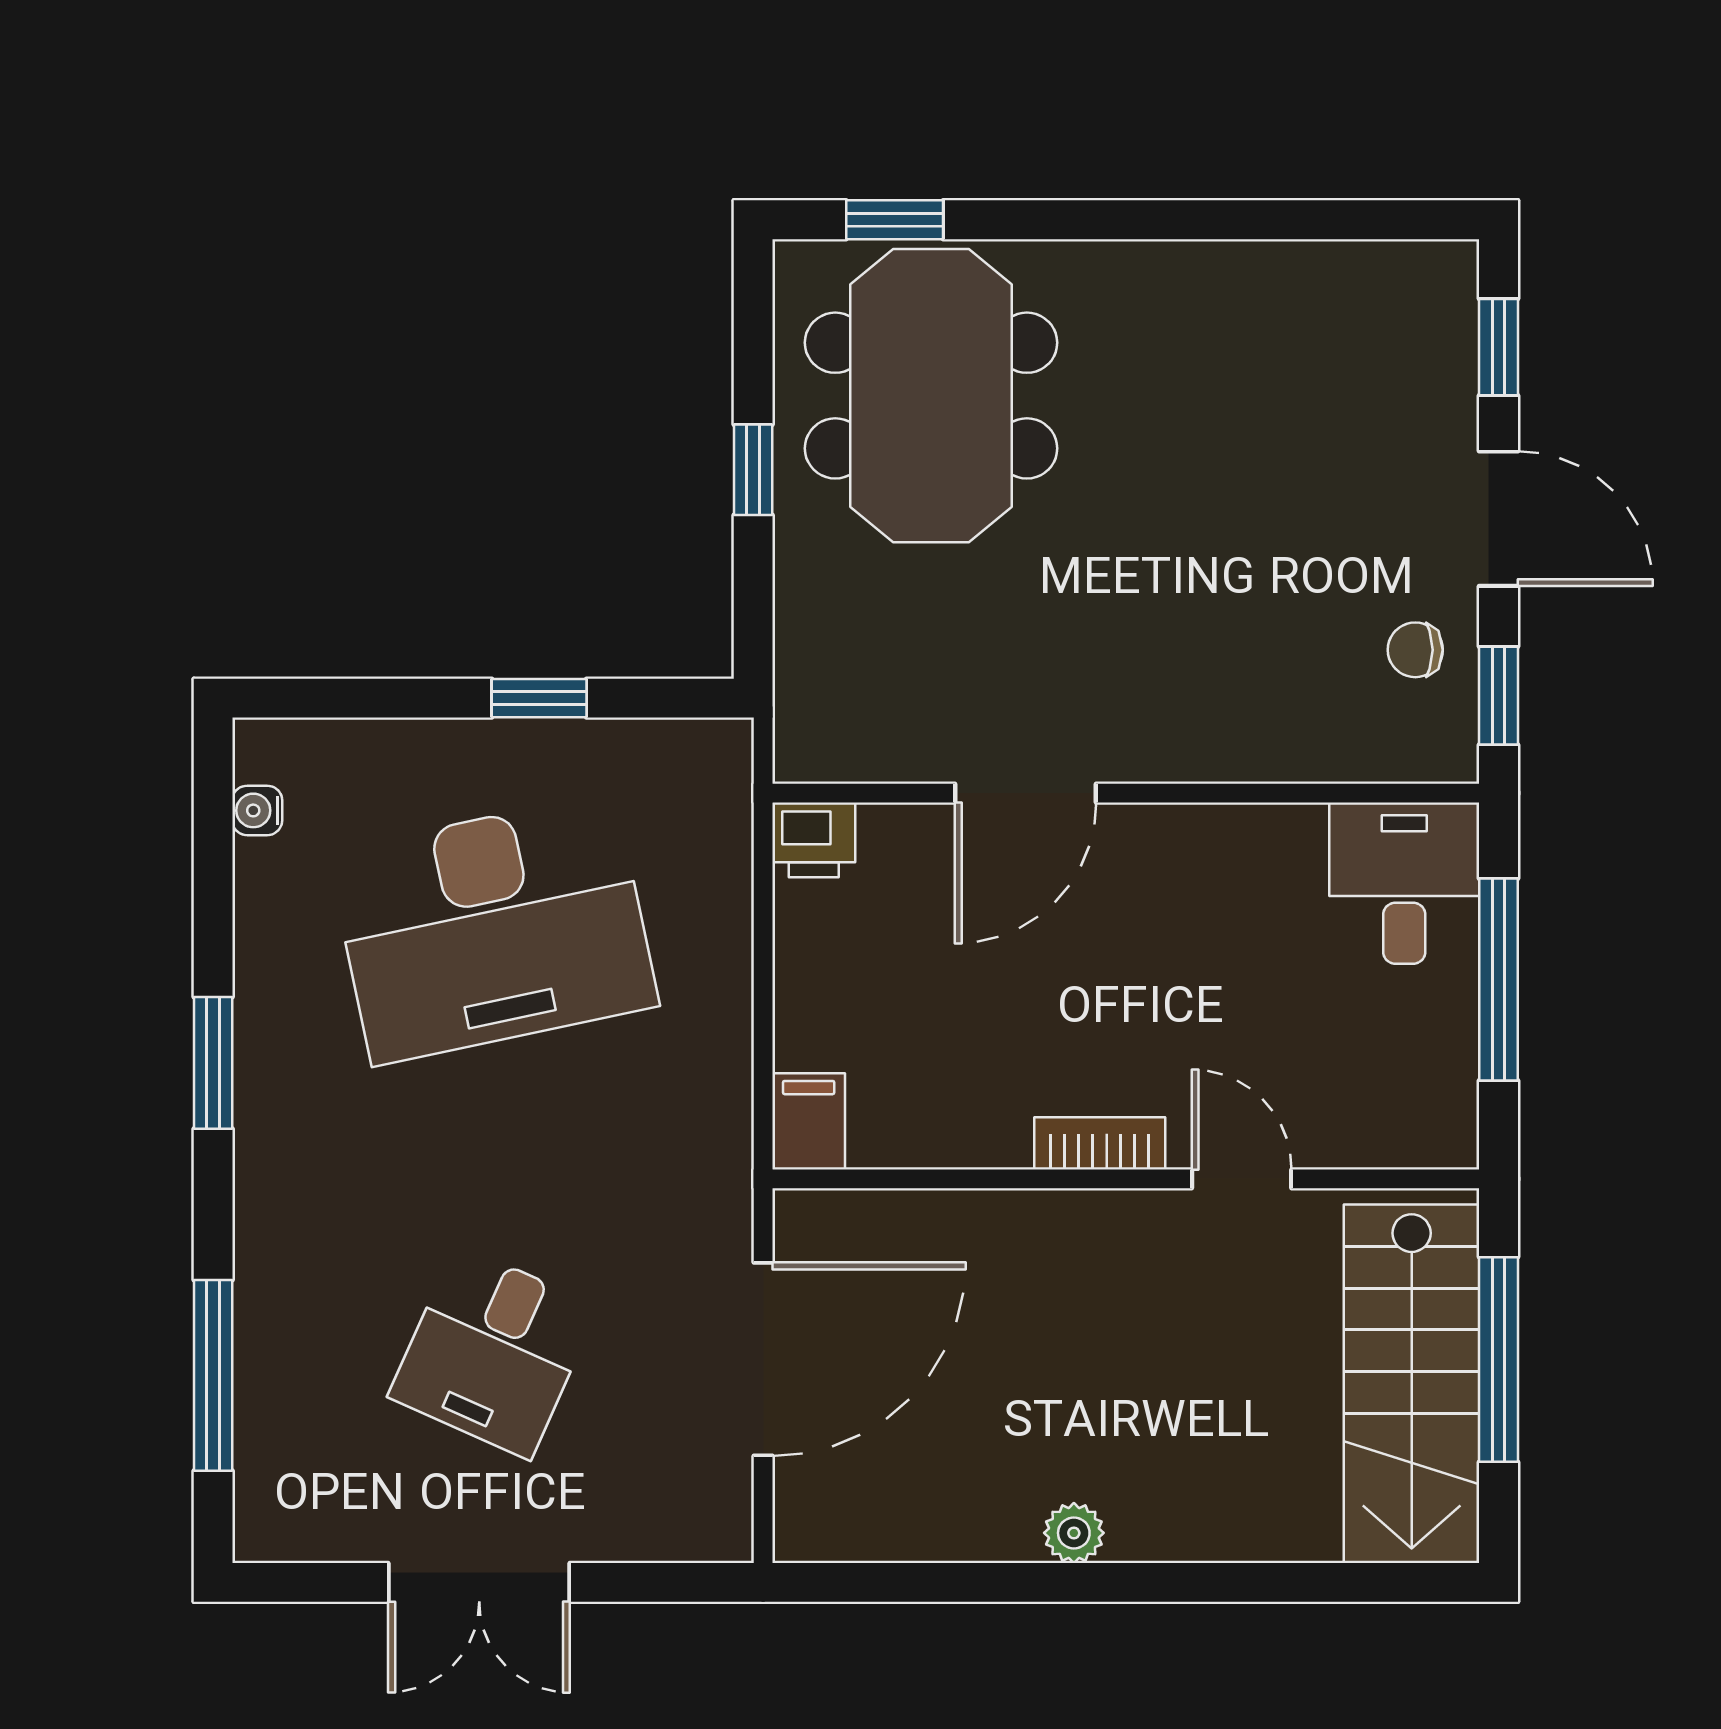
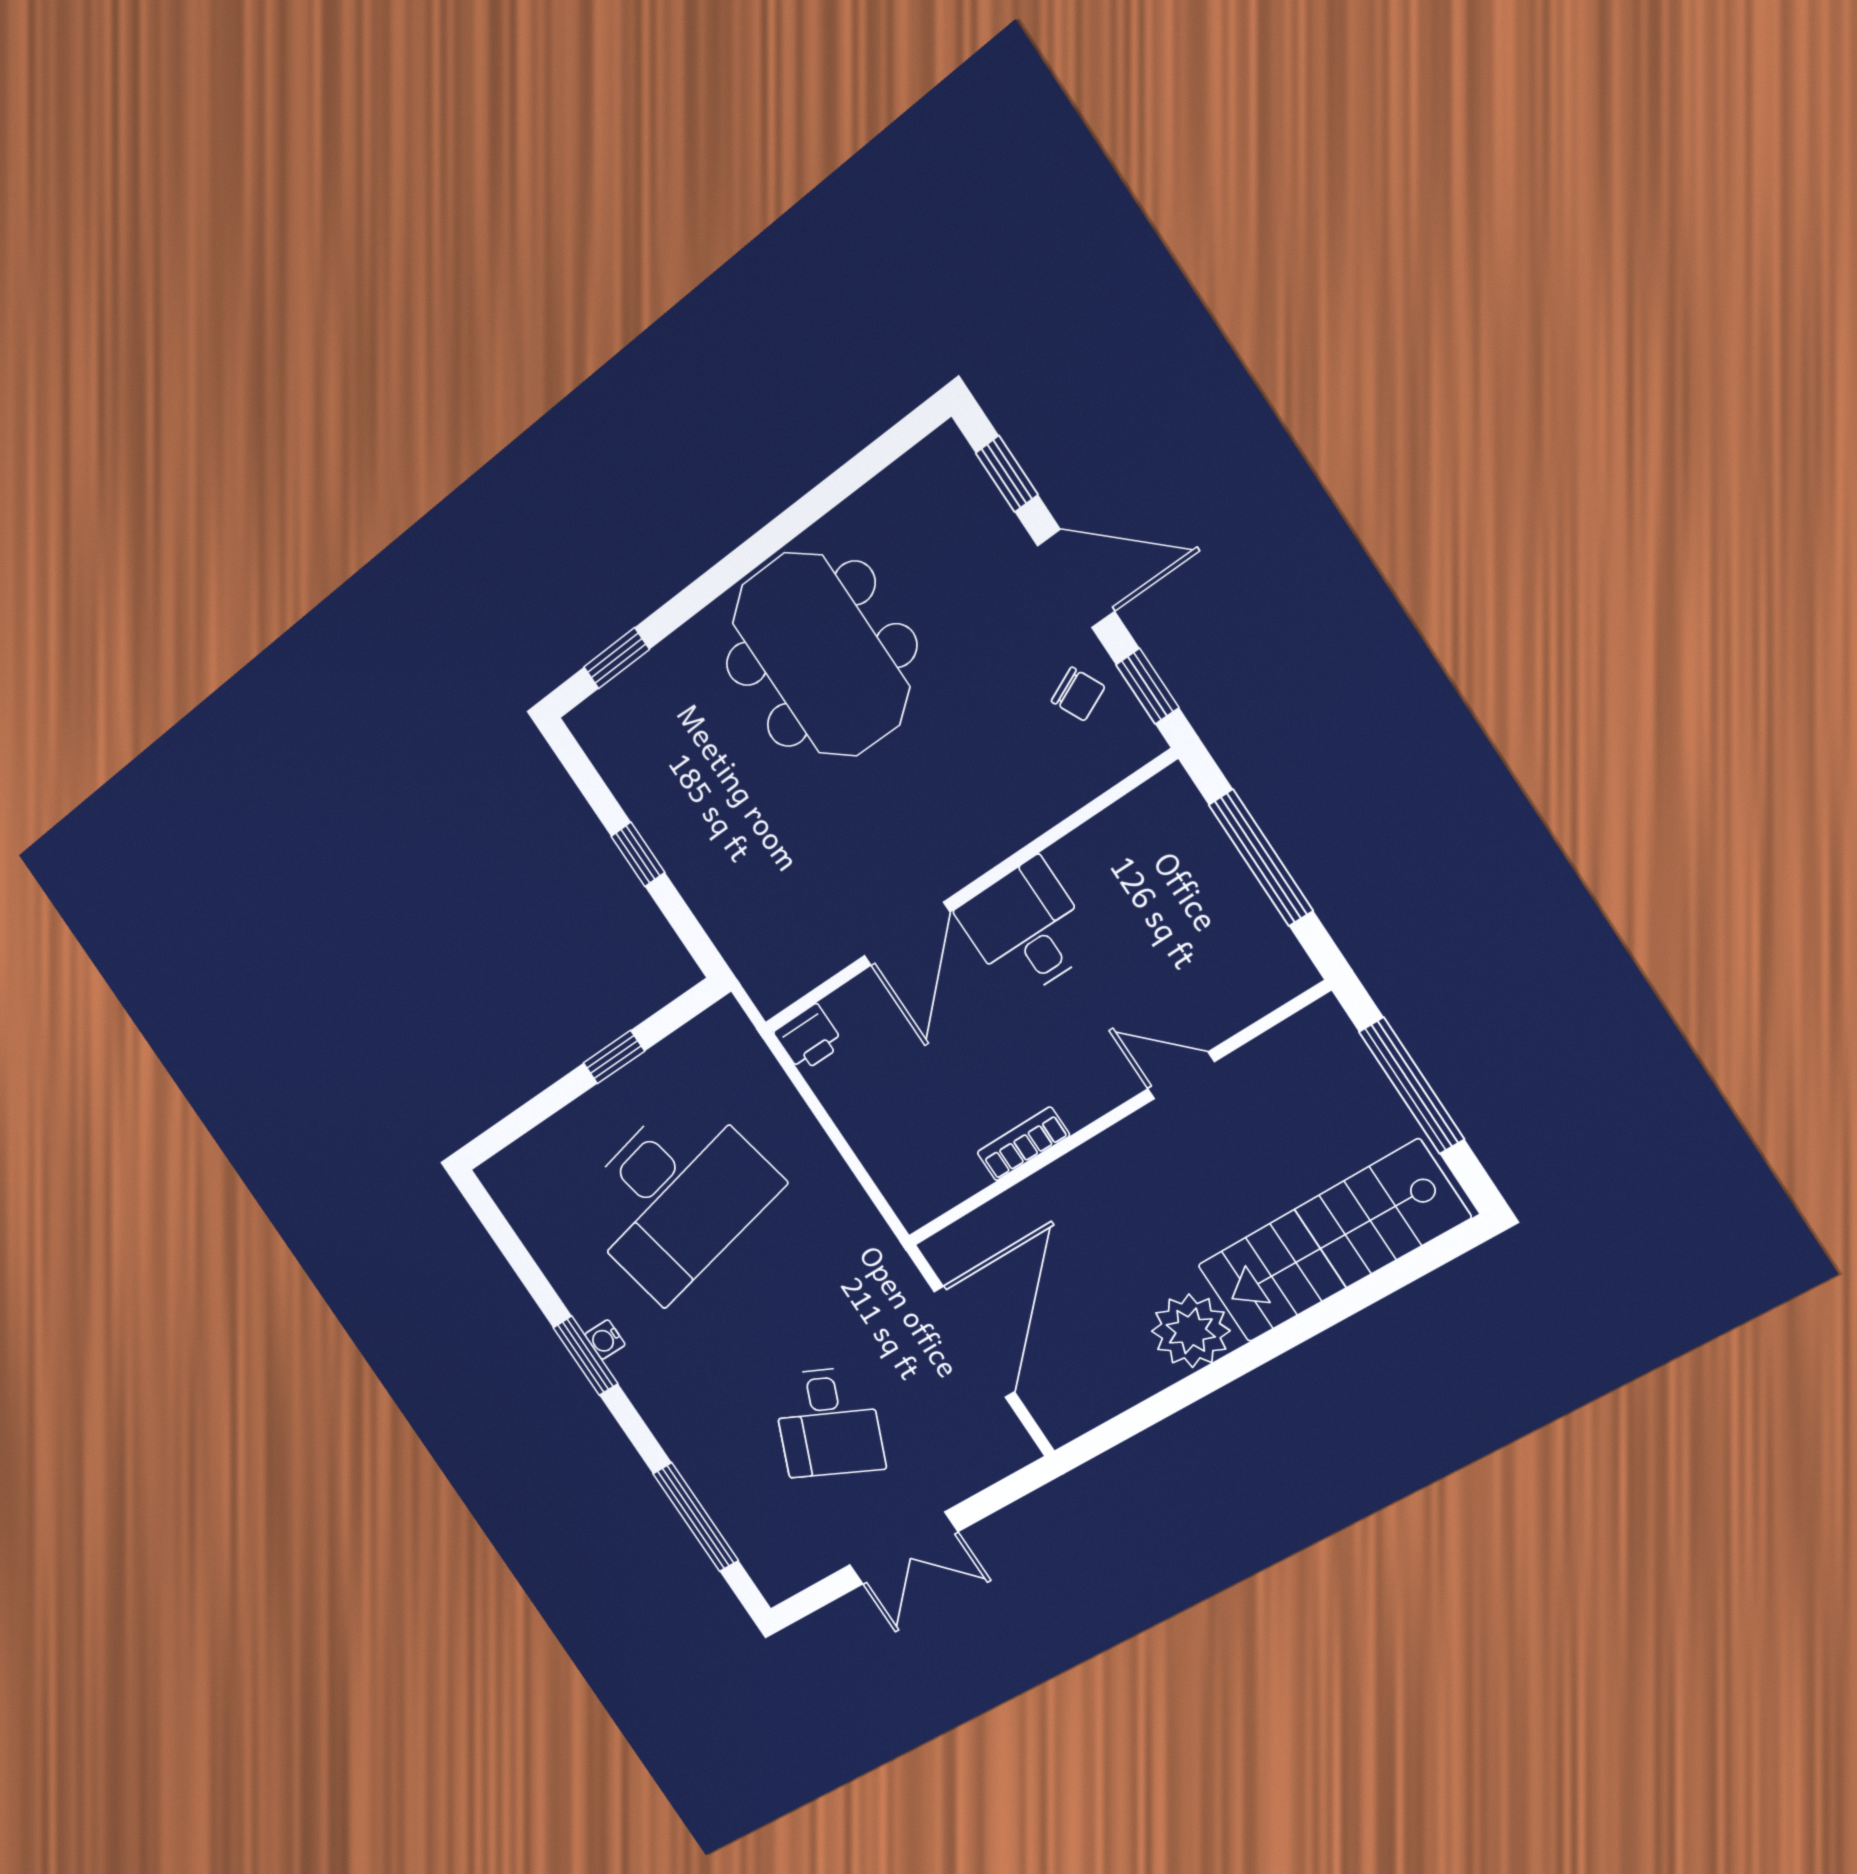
meeting table: (931, 396) -> (821, 655), moved
chair: (1415, 650) -> (1078, 694), turned -115
water cooler: (257, 810) -> (605, 1340), moved
desk: (1404, 883) -> (1026, 929), moved
filing cabinet: (809, 1121) -> (911, 1196), removed
bookcase: (1100, 1143) -> (1023, 1144), moved
stairs: (1412, 1384) -> (1332, 1242), moved, turned 90
plant: (1074, 1533) -> (1191, 1331), width x1.87, depth x1.87

